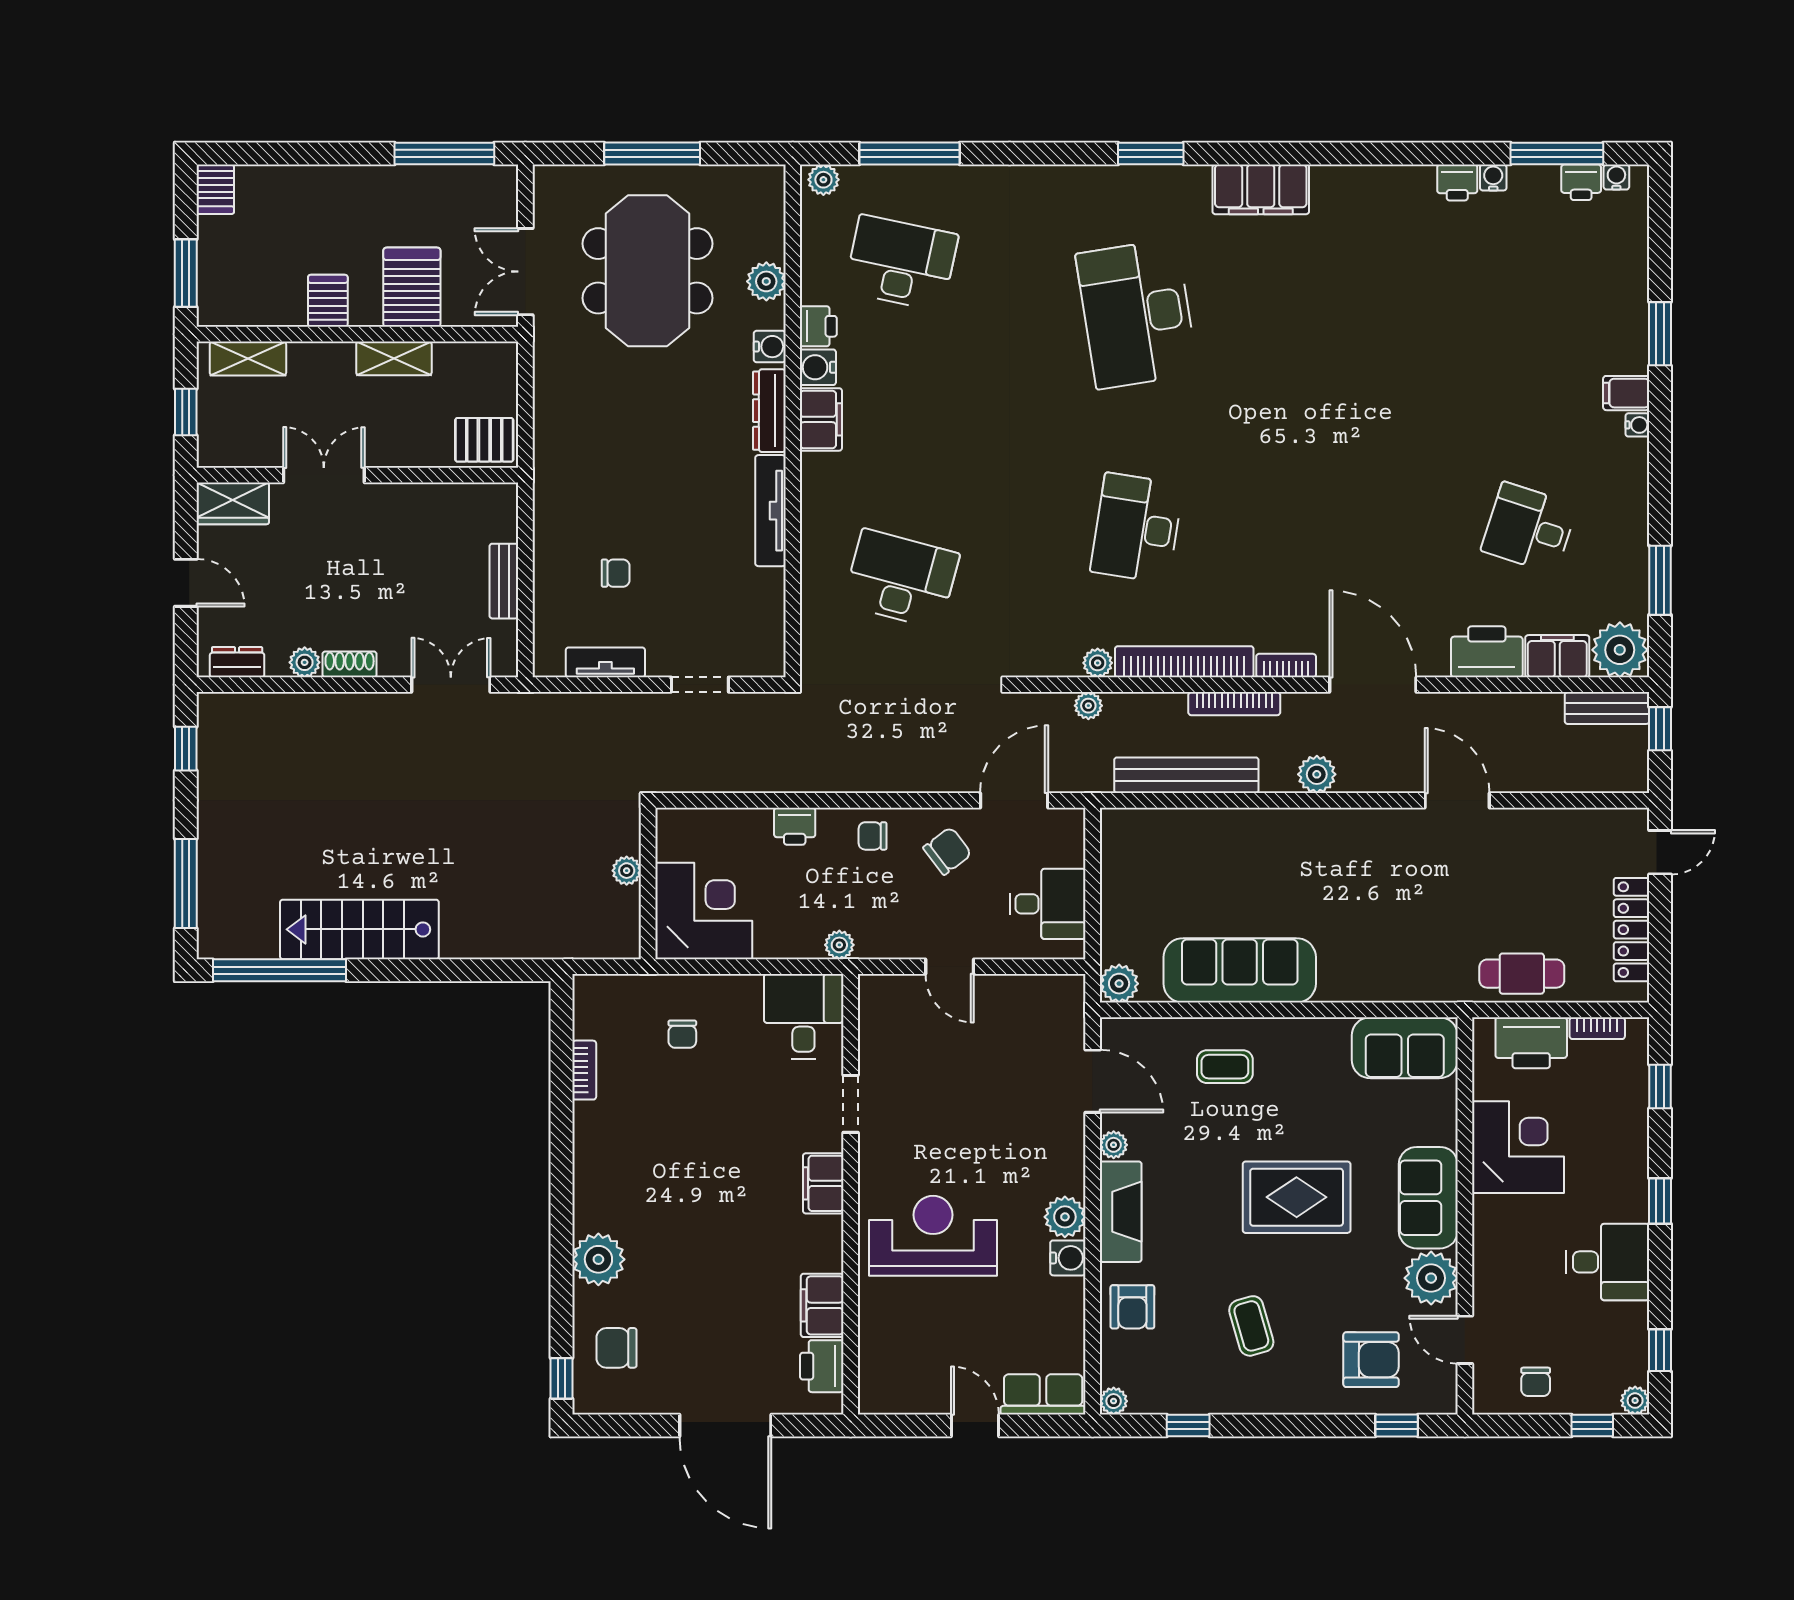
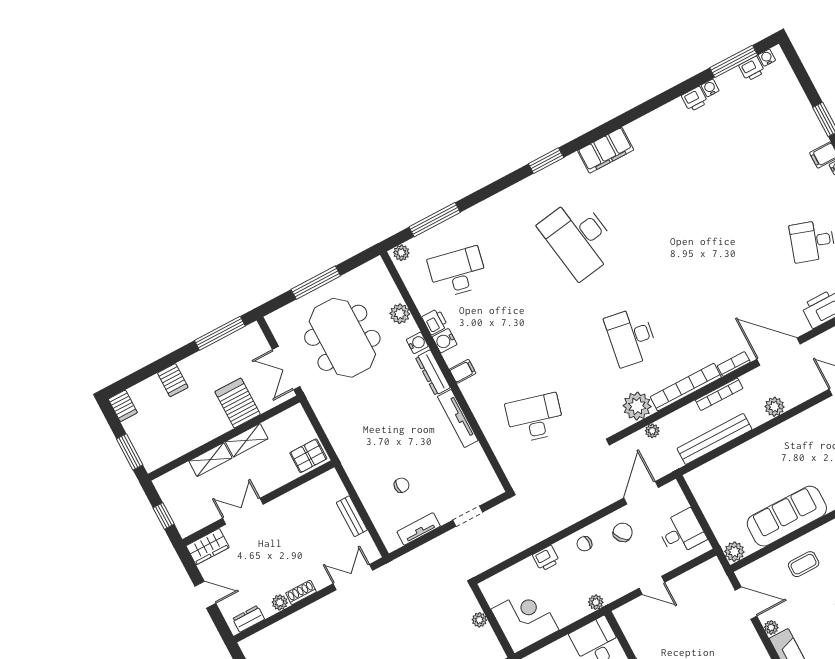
server rack: (328, 301) -> (173, 380), moved, turned 180
shelving: (248, 359) -> (210, 460), moved
filing cabinet: (821, 419) -> (463, 371), width x0.50
plant: (1098, 663) -> (637, 406), width x1.87, depth x1.87

